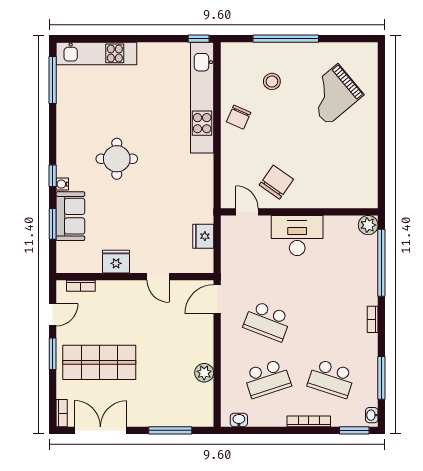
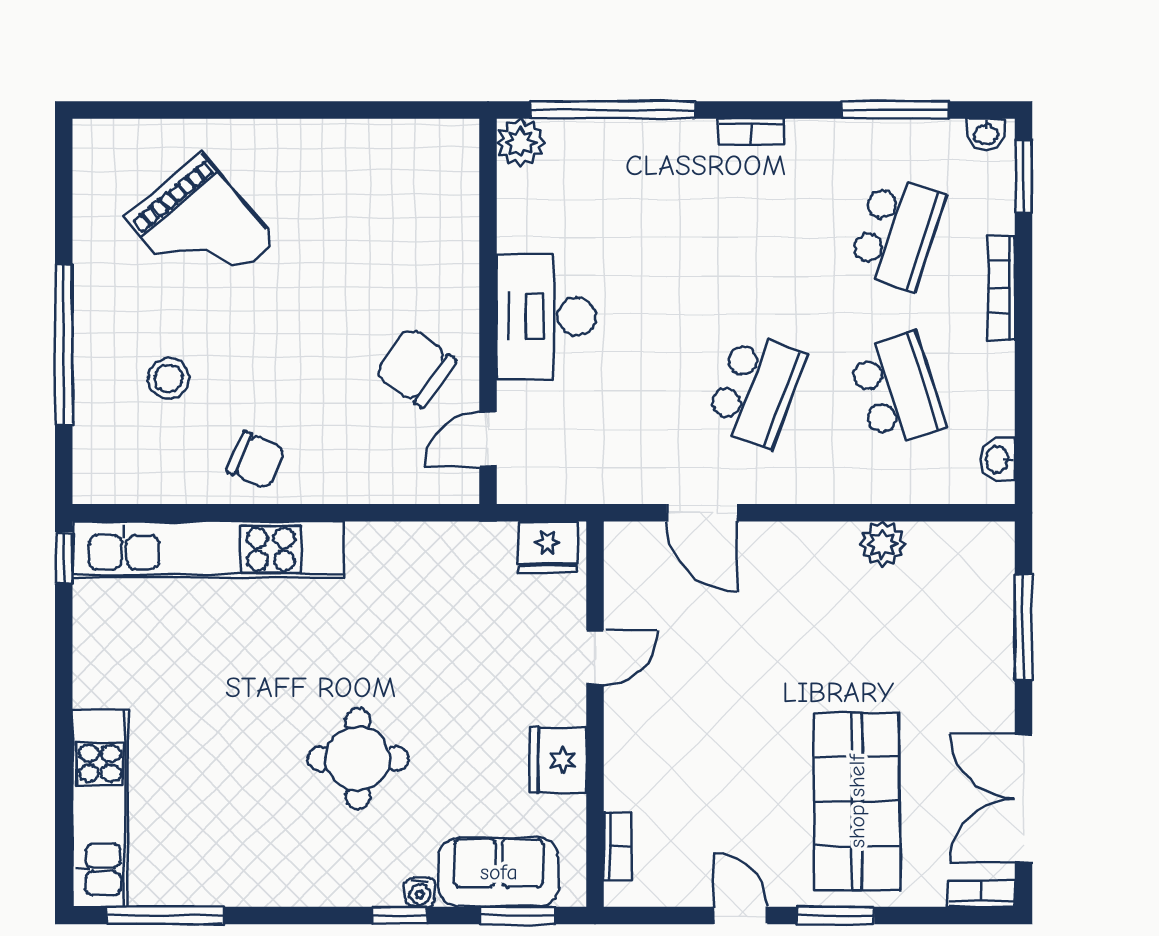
fridge: (116, 262) -> (558, 760), moved
wall: (135, 277) -> (595, 714), moved
door: (158, 277) -> (595, 657), moved
bookcase: (81, 286) -> (618, 846), moved

